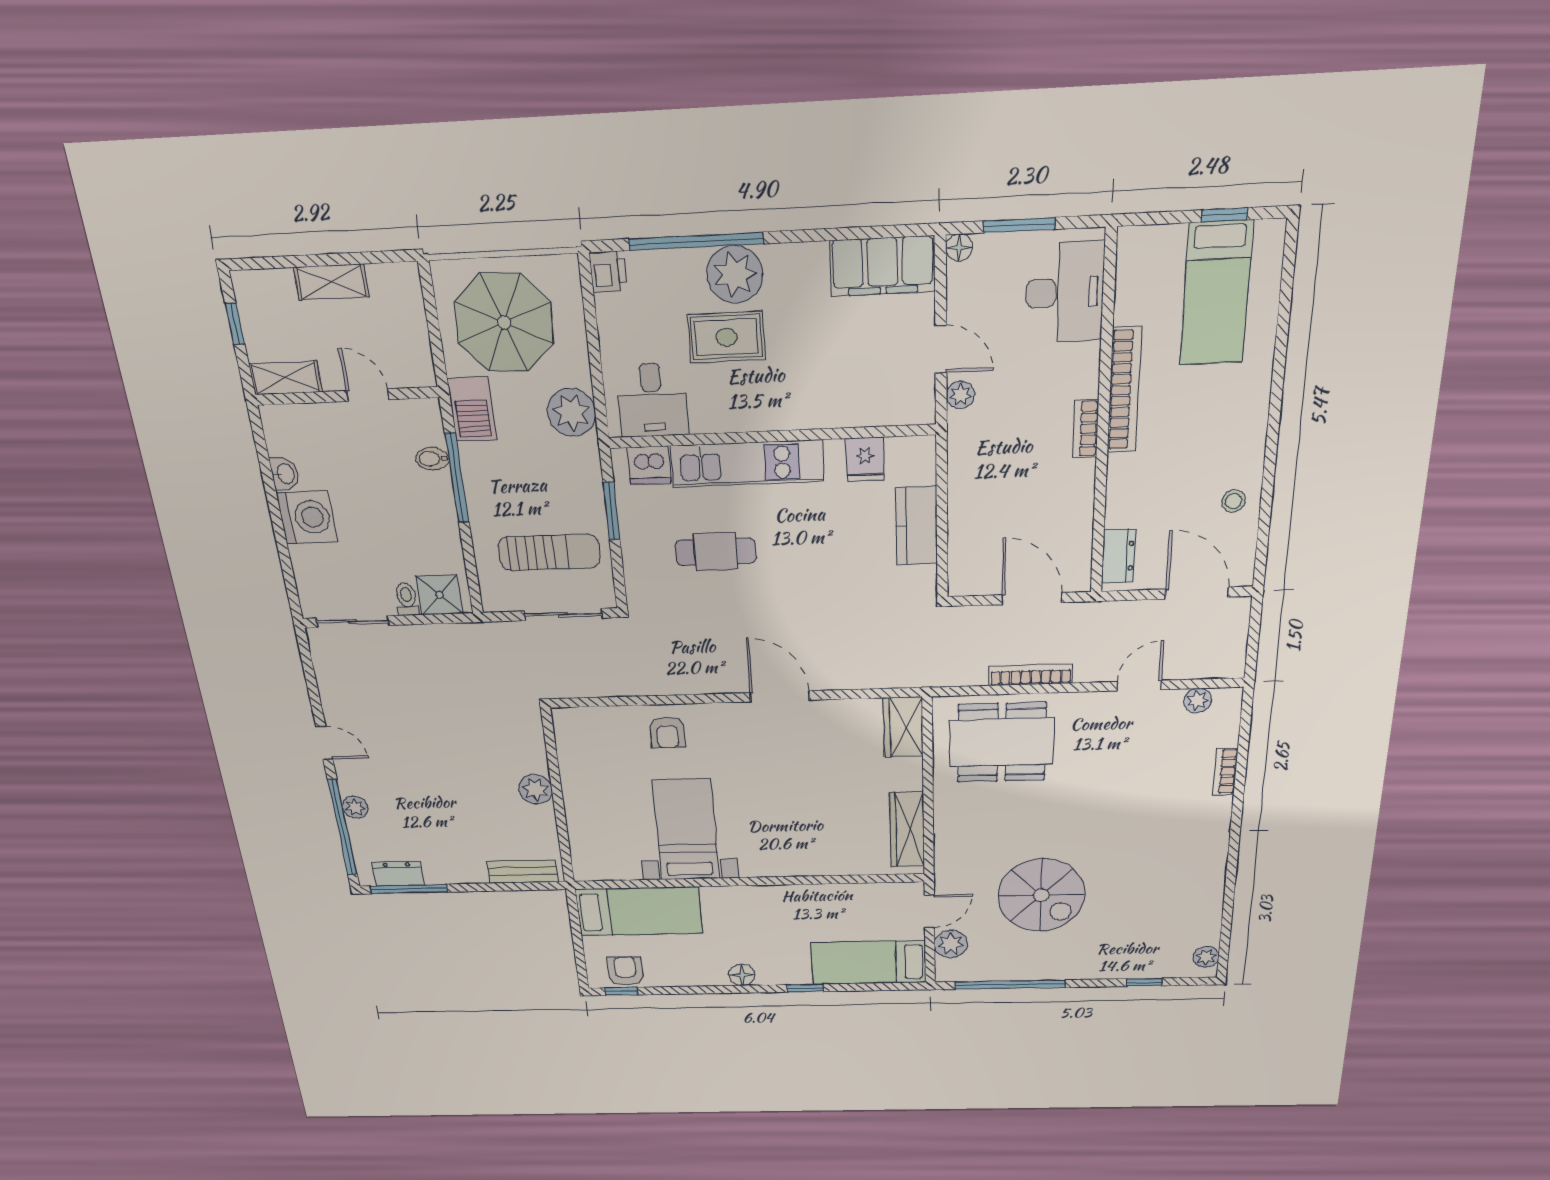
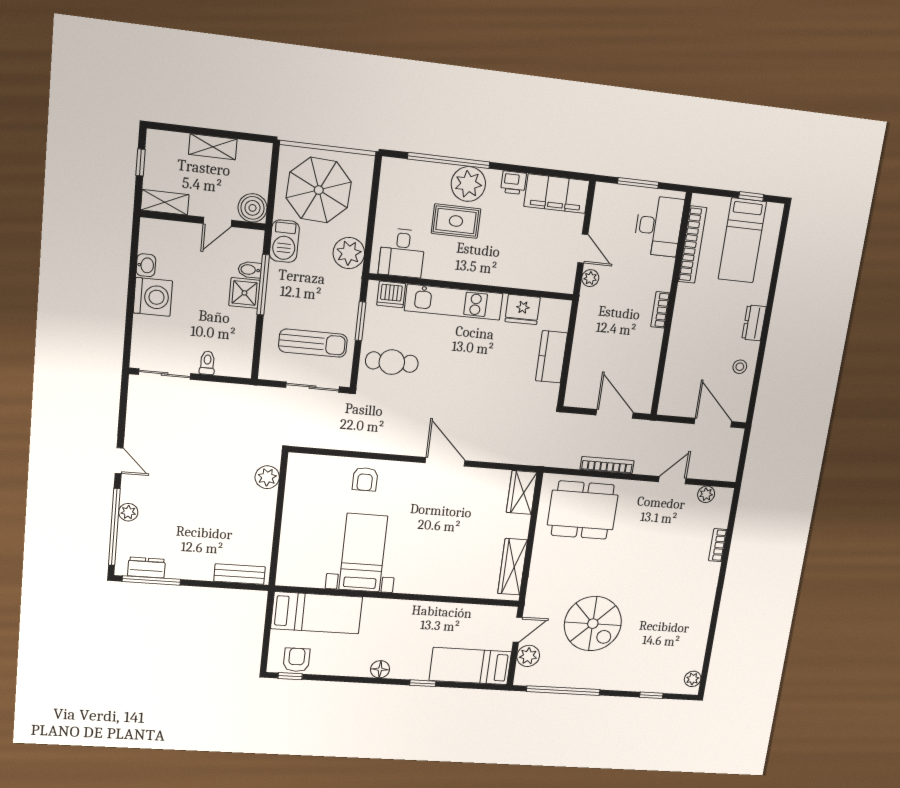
floor lamp: (959, 248) -> (602, 190), removed
printer: (608, 272) -> (513, 183), moved, turned 90
boiler: (413, 366) -> (253, 208), added
bookcase: (1124, 390) -> (692, 245), moved
door: (368, 395) -> (217, 222), swing flipped
fridge: (865, 459) -> (523, 309), width x1.38
cafe table: (716, 552) -> (392, 362), moved
dresser: (1118, 556) -> (754, 323), moved, turned 180
shower: (439, 595) -> (244, 293), moved
plant: (536, 789) -> (267, 477), moved

